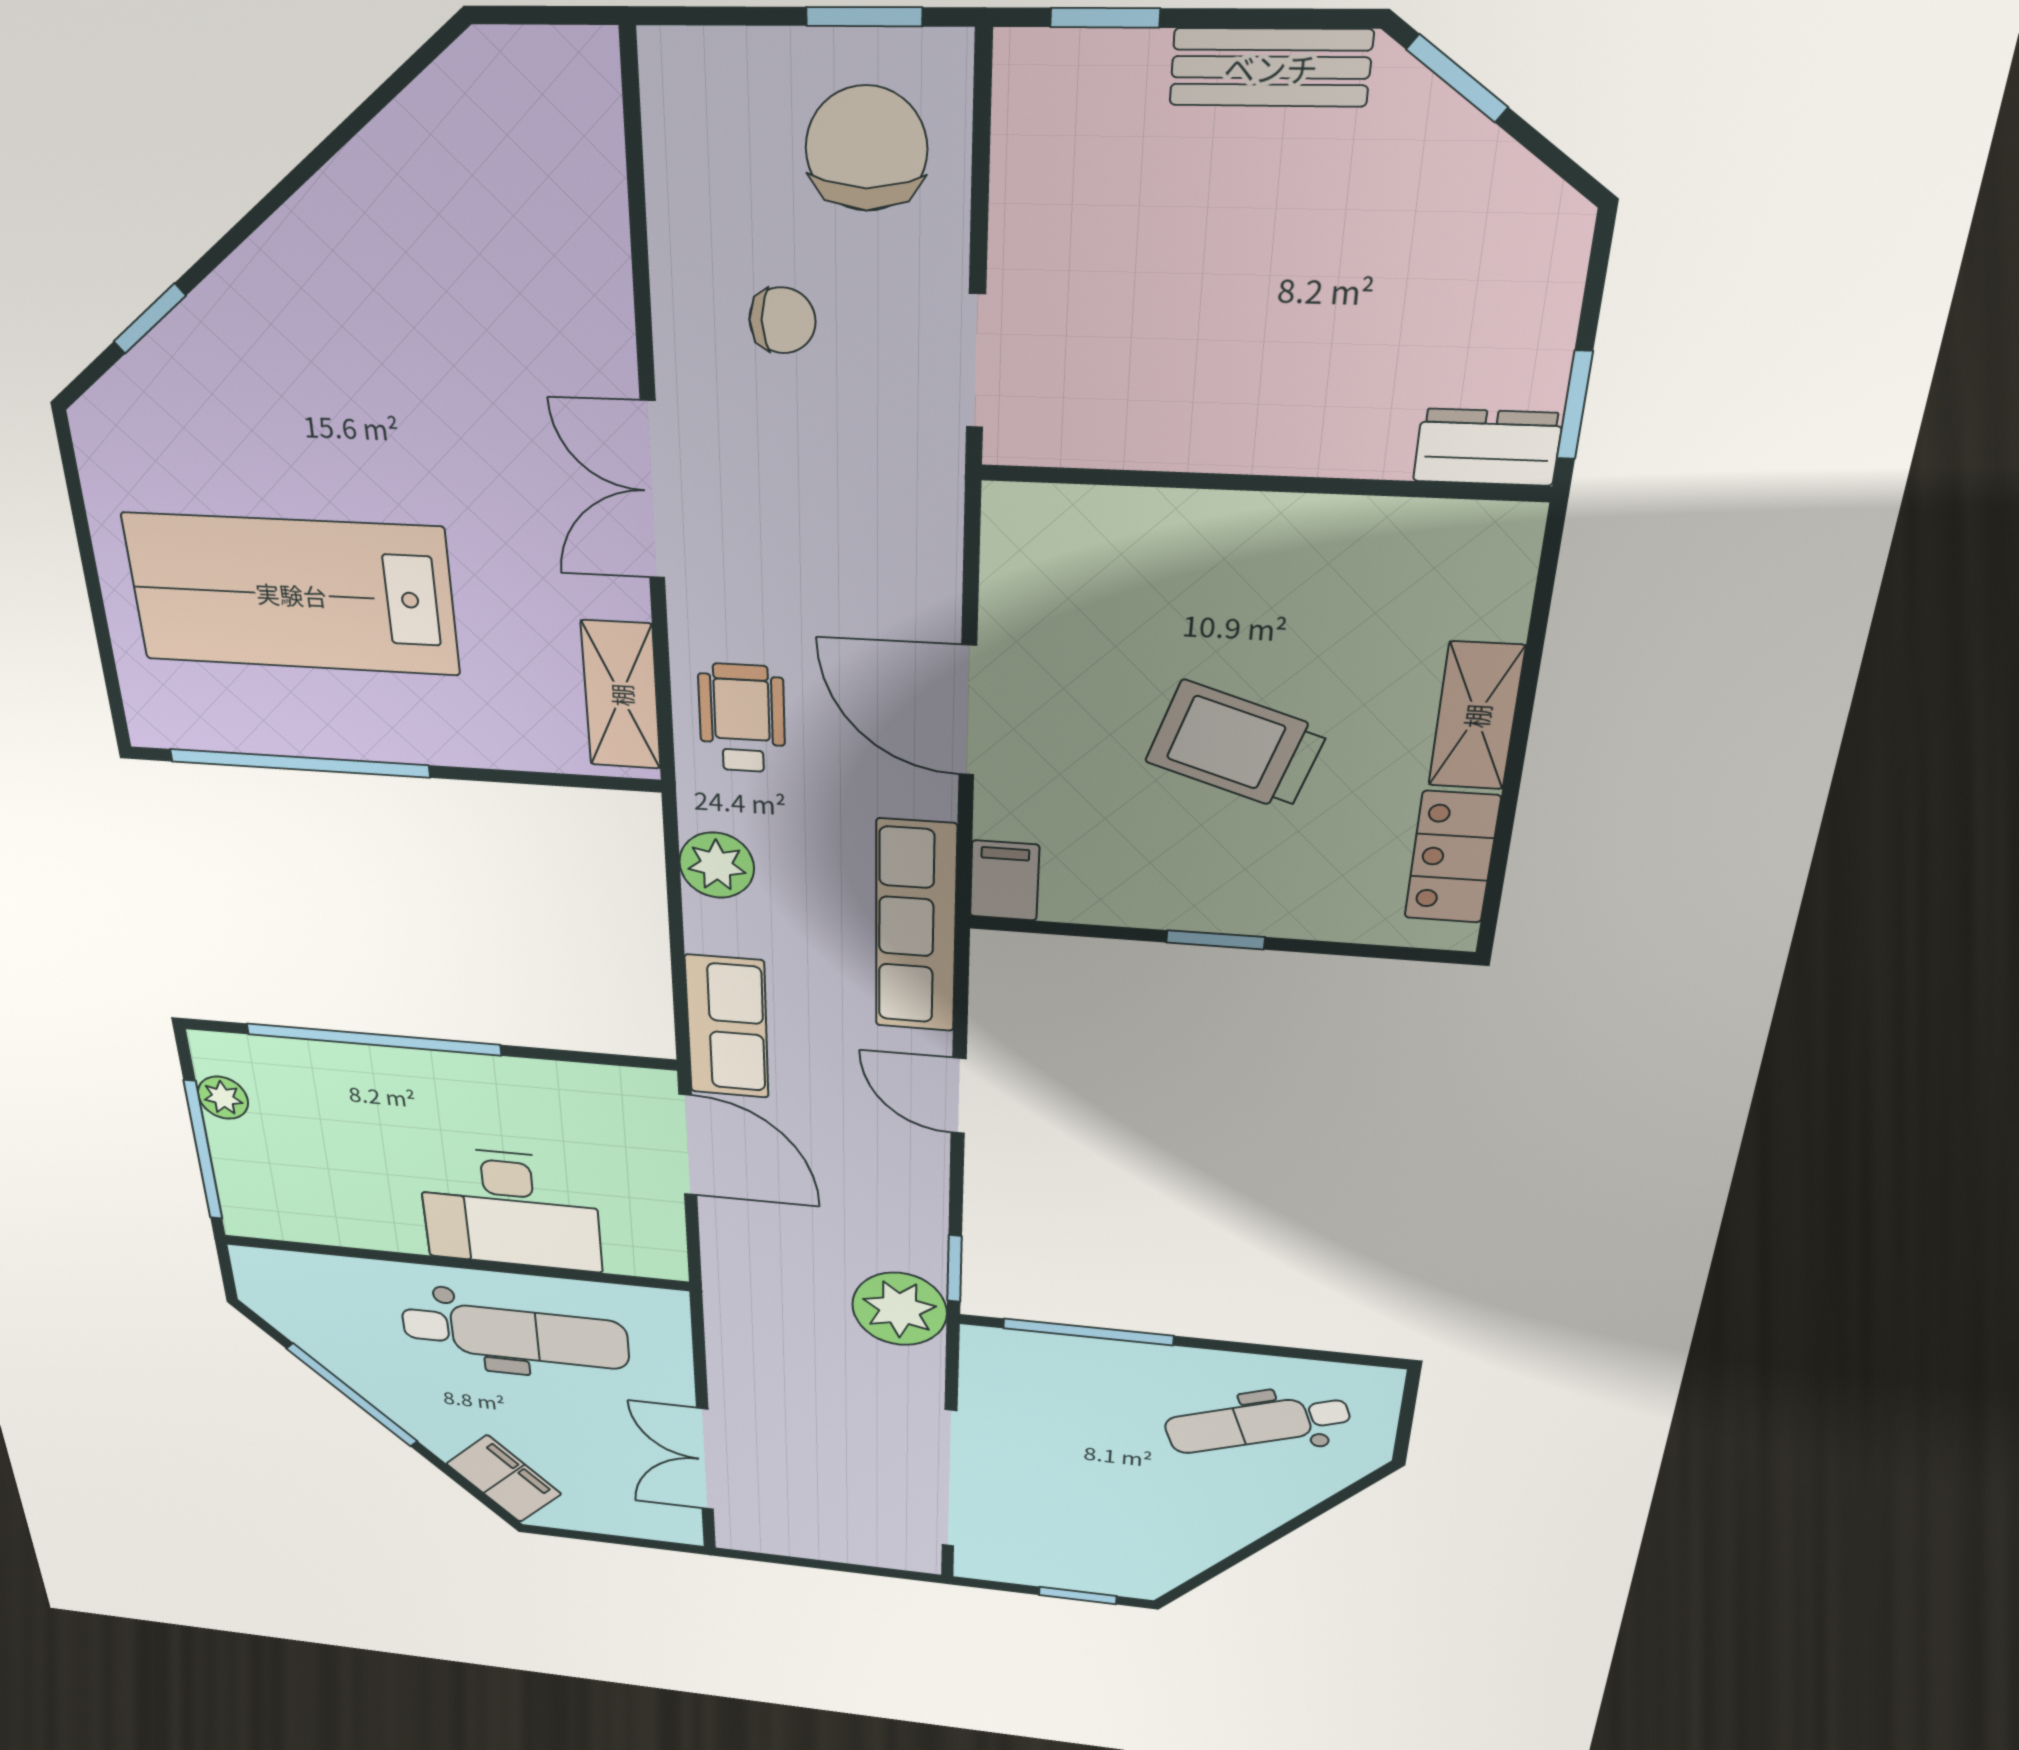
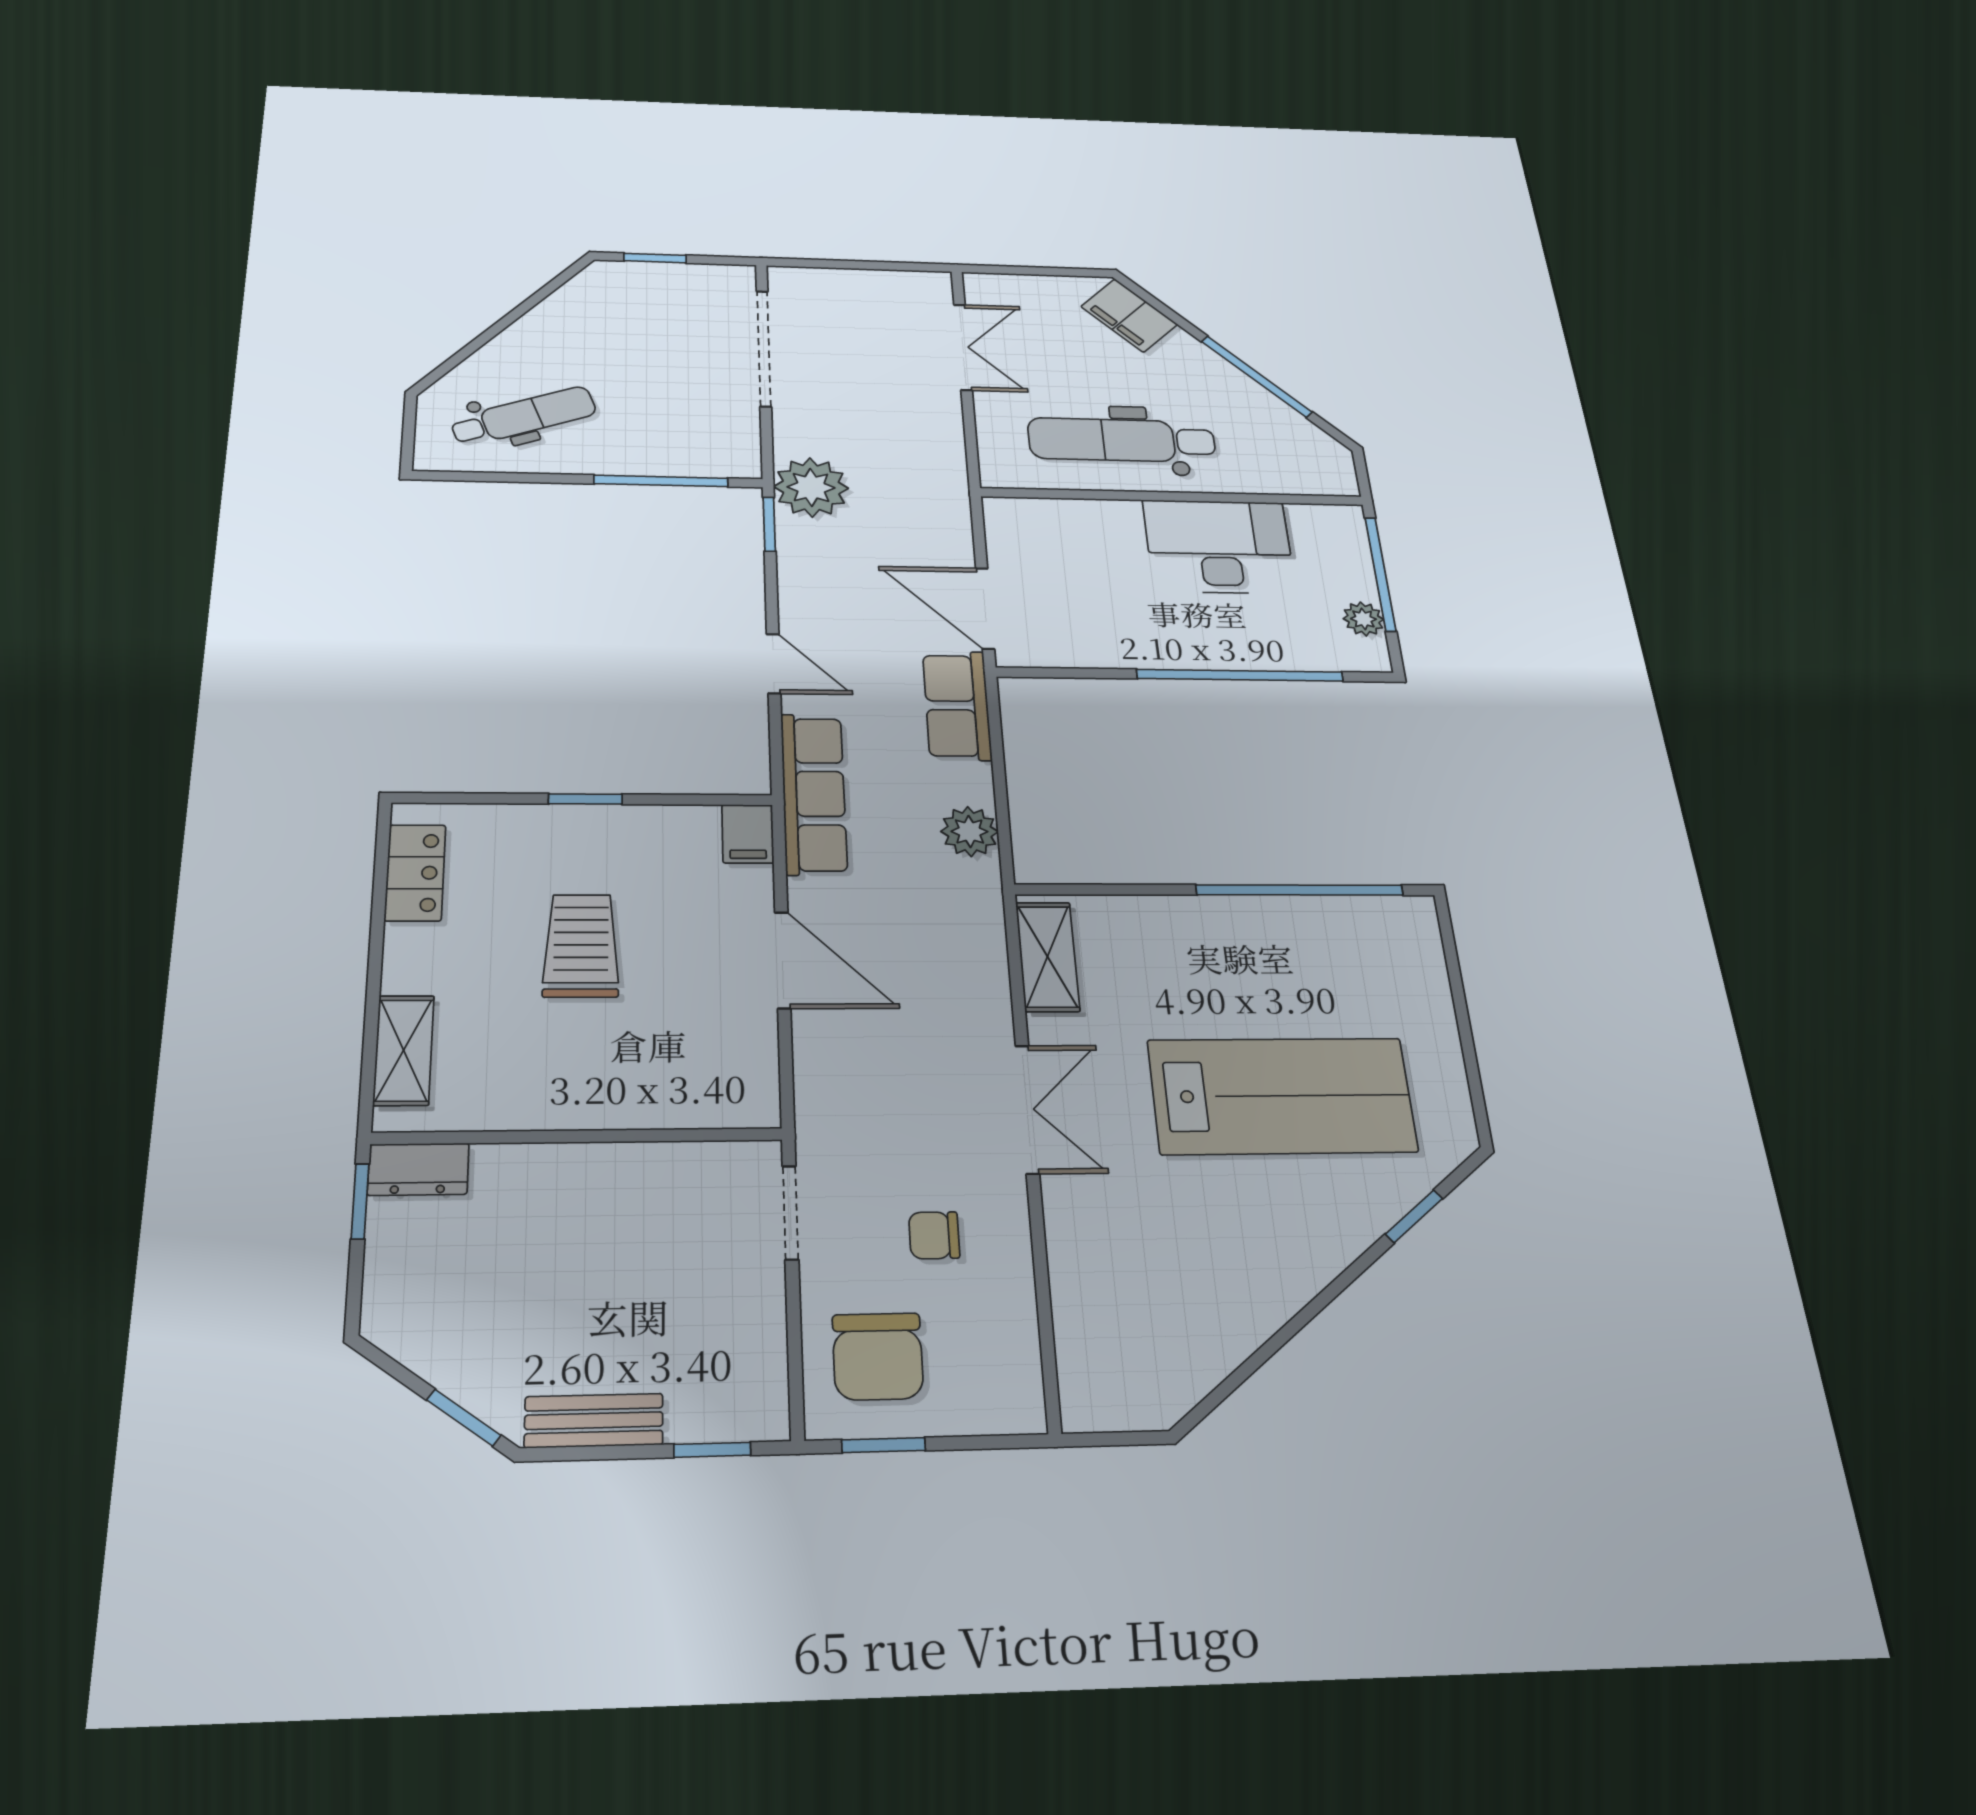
lab bench: (291, 594) -> (1282, 1096), moved
shelving: (1476, 716) -> (404, 1050), moved
wheelchair: (742, 718) -> (954, 945), removed
trolley: (1236, 746) -> (581, 946), turned -108
desk: (510, 1209) -> (1219, 547), moved

